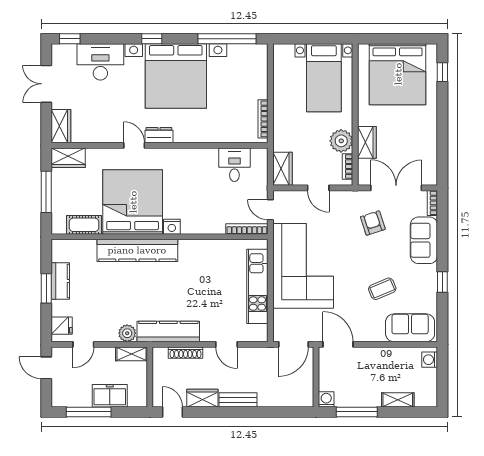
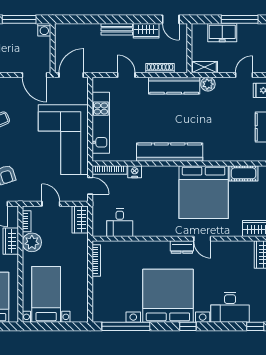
nightstand: (172, 227) -> (135, 172), moved
kitchen counter: (137, 250) -> (170, 152), moved

